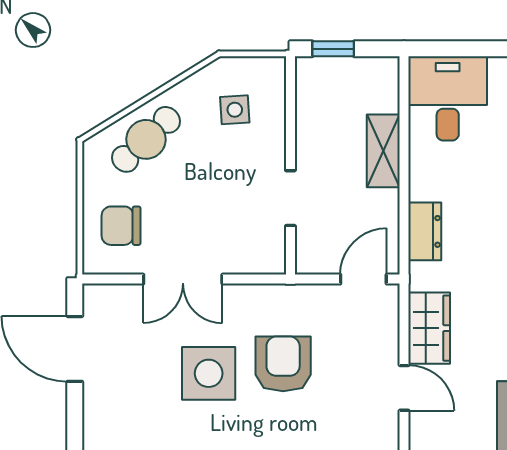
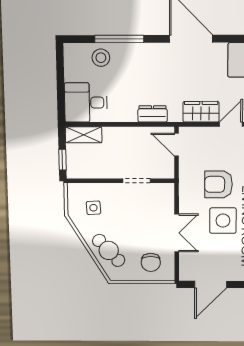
shelving: (383, 151) -> (84, 135), moved

